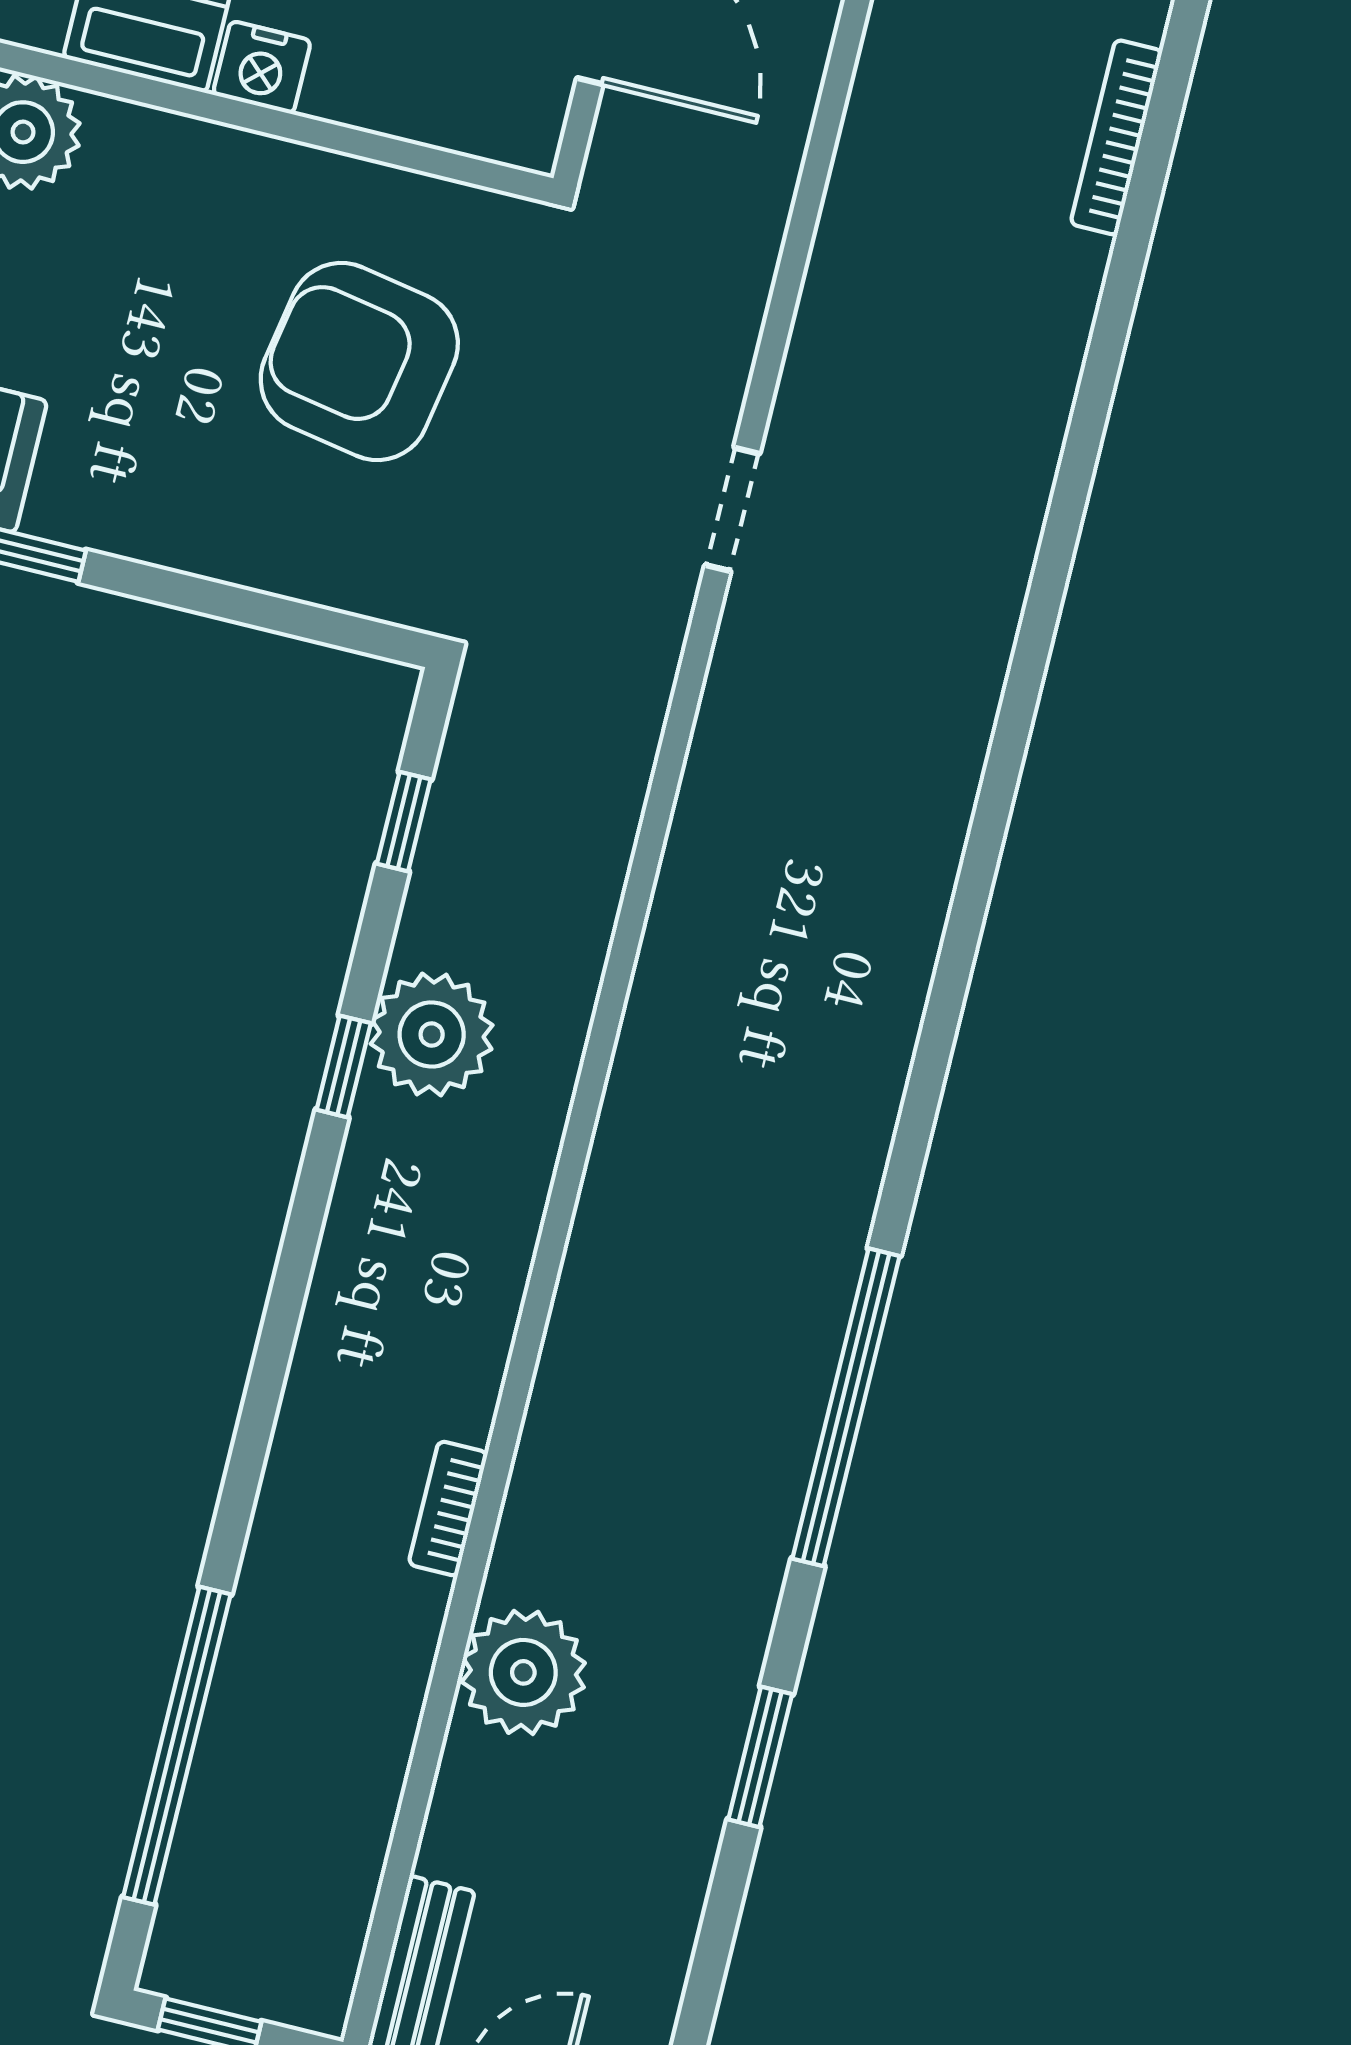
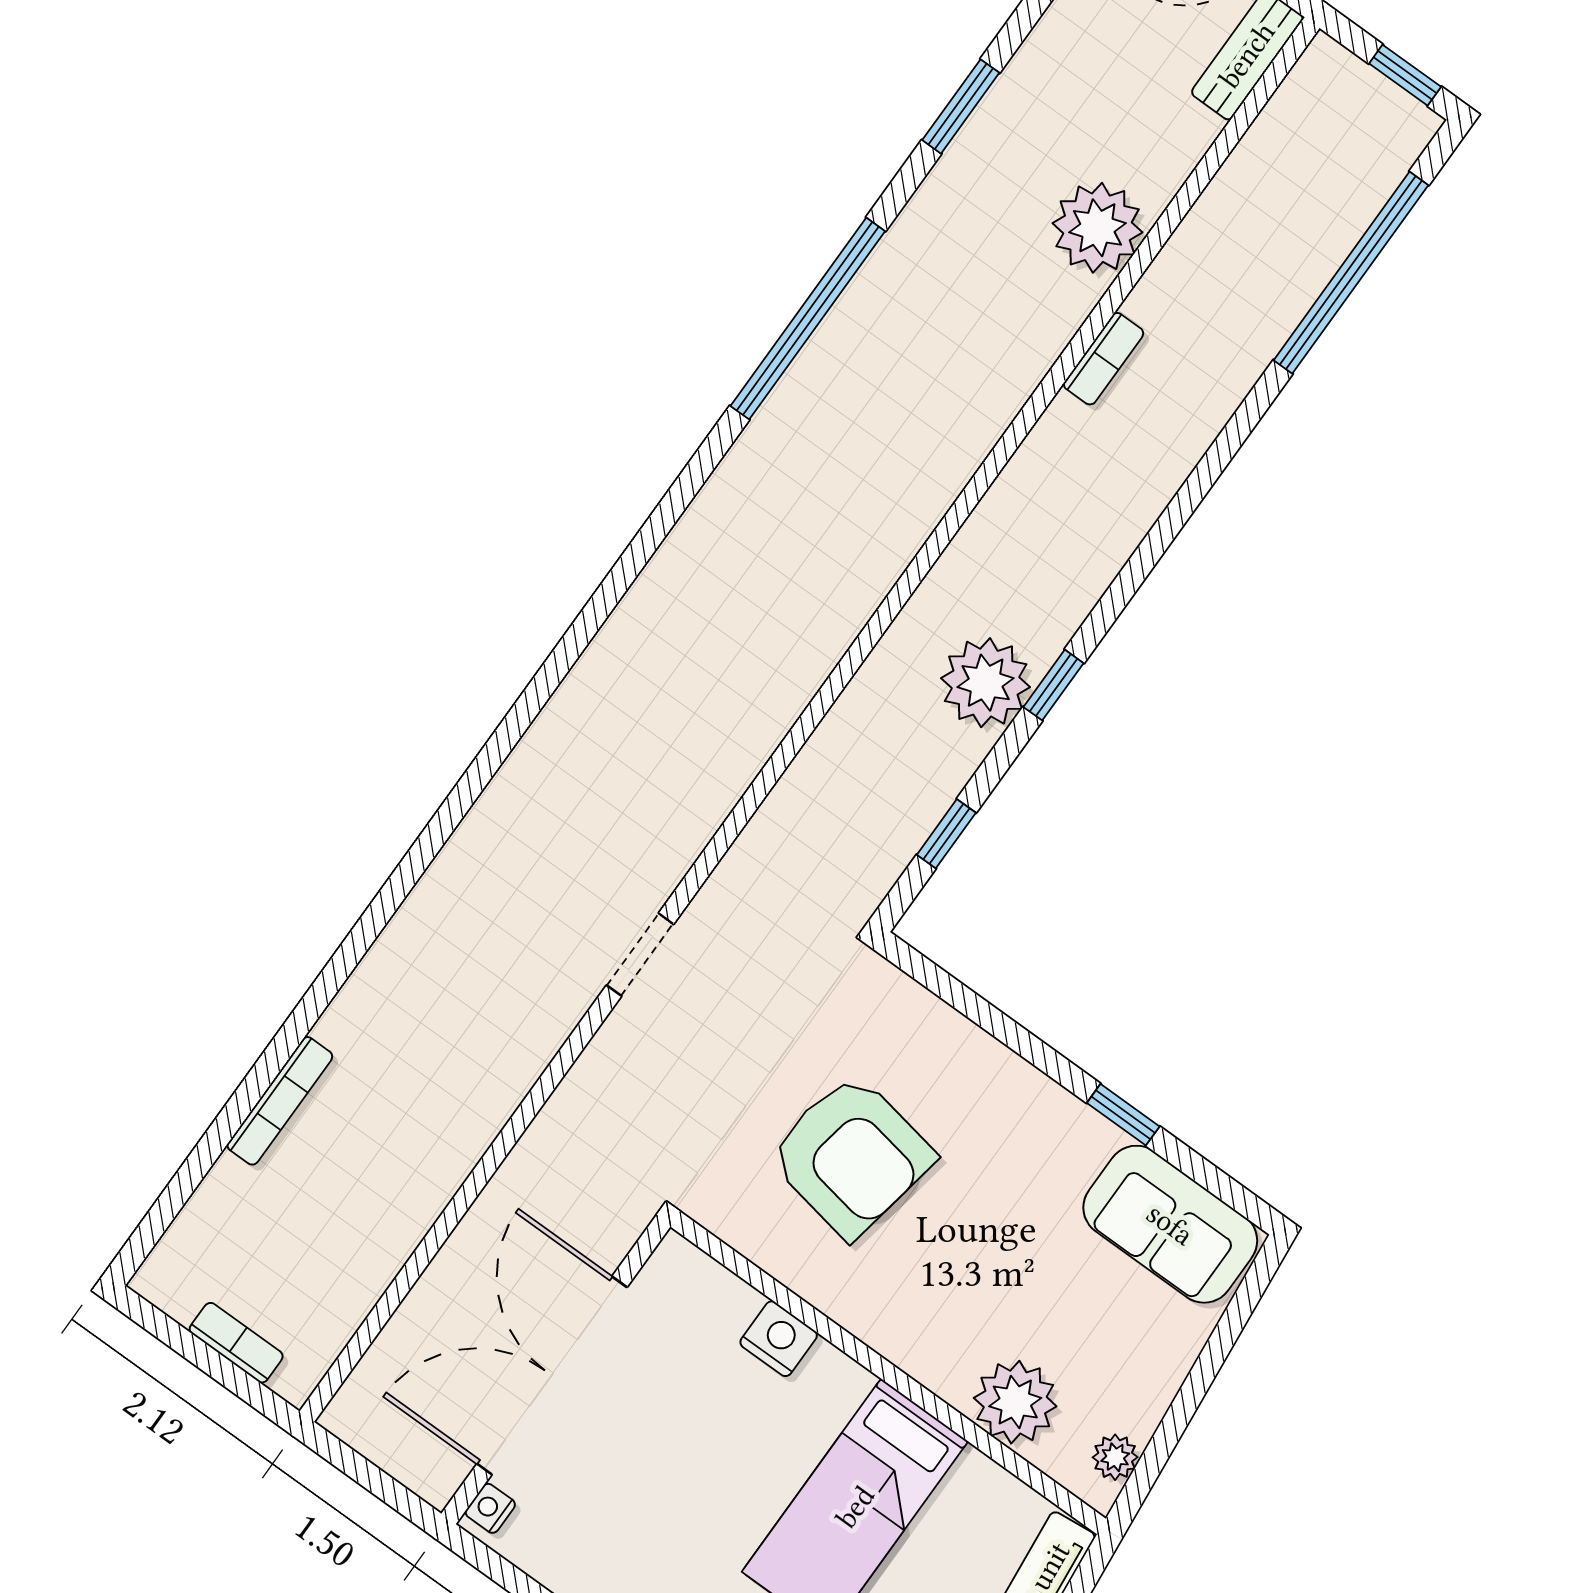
nightstand: (262, 67) -> (779, 1339), moved

